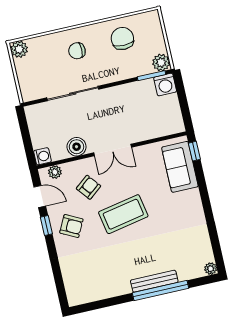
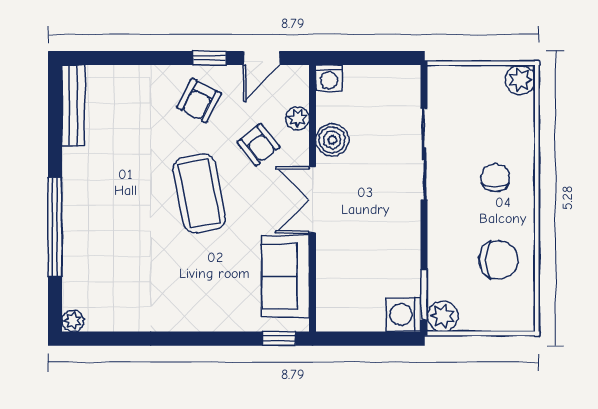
sofa: (180, 167) -> (285, 277), moved, turned -90
plant: (55, 172) -> (297, 118), moved
bench: (154, 281) -> (73, 105), moved

